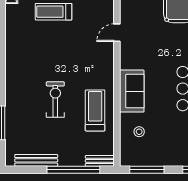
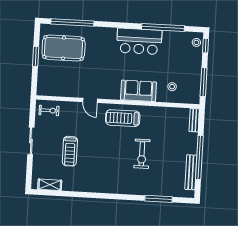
exercise bike: (55, 100) -> (142, 154), turned -90
treadmill: (95, 110) -> (123, 118), moved
window: (73, 170) -> (199, 158), moved

